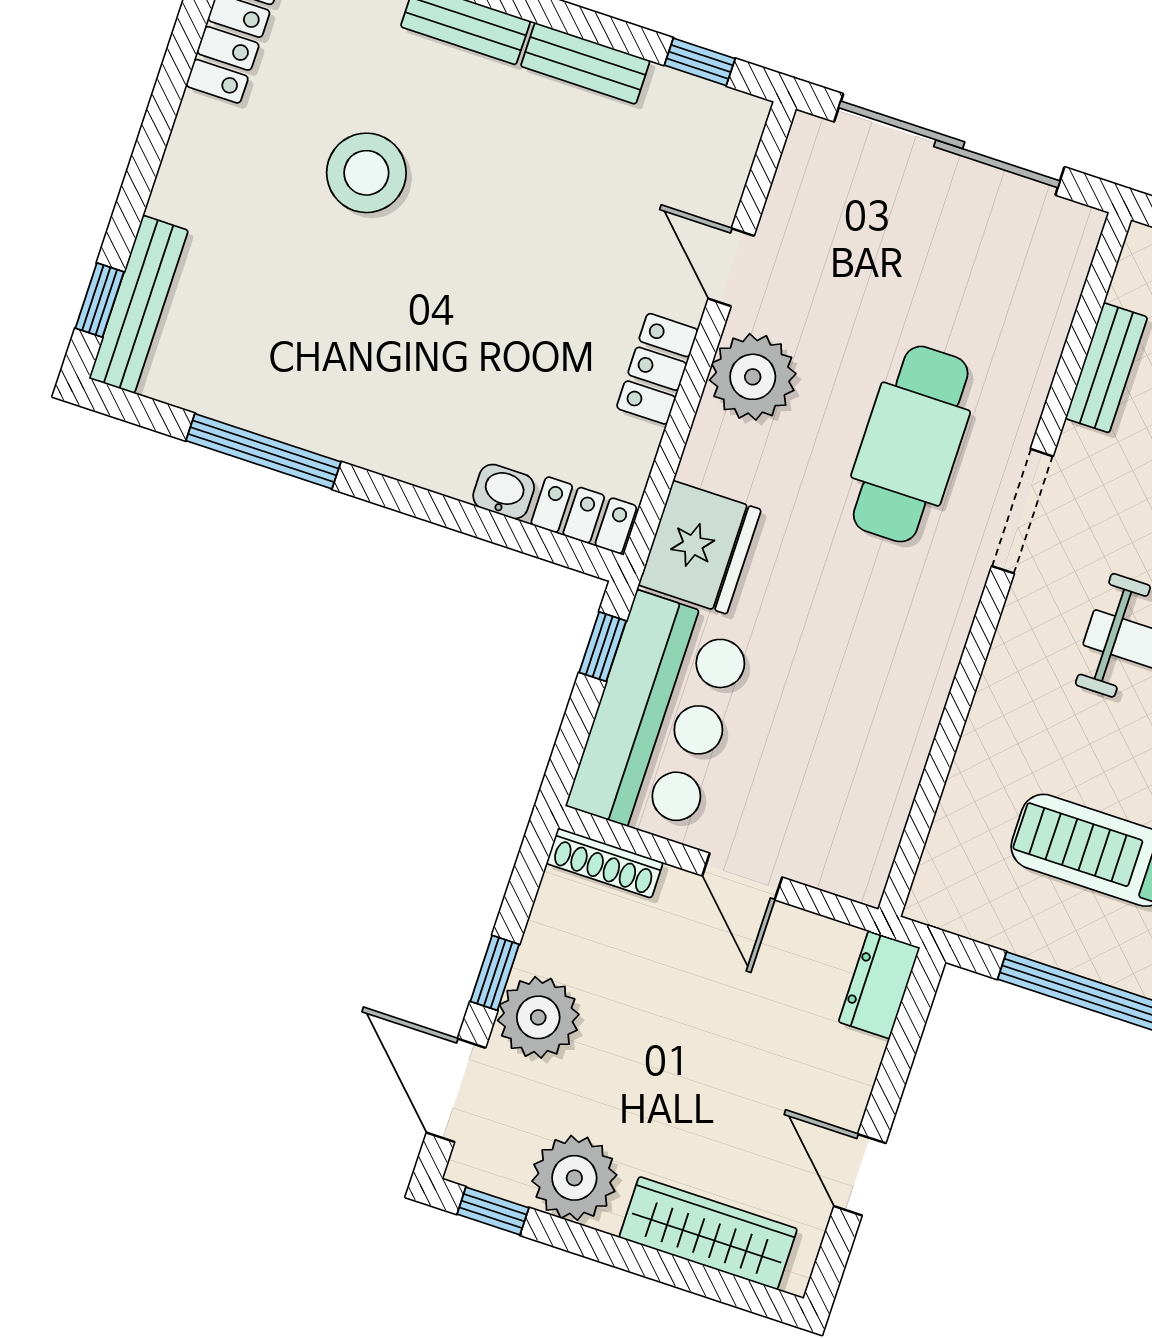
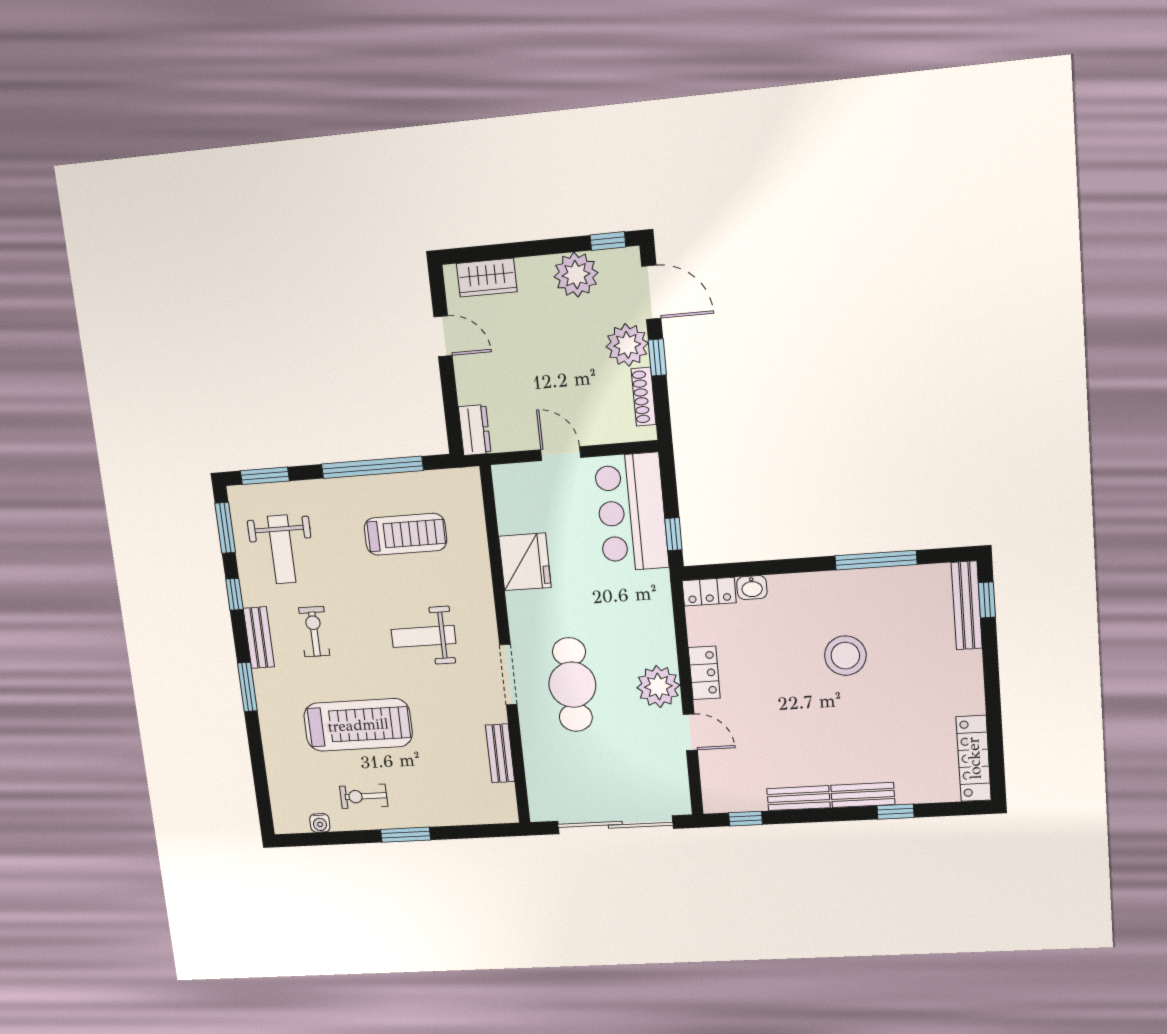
stool: (366, 173) -> (845, 656), moved
fridge: (700, 547) -> (525, 562), moved, turned 180
shoe rack: (605, 863) -> (644, 397), moved, turned -90
wardrobe: (708, 1233) -> (487, 278), width x0.67

